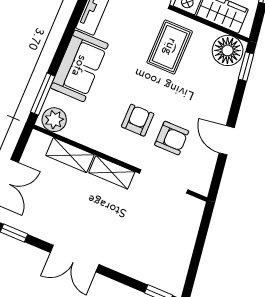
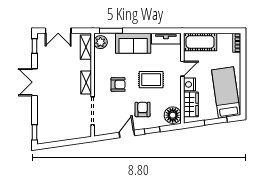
rug: (170, 47) -> (151, 80), moved
window: (246, 67) -> (152, 130), moved
armchair: (172, 138) -> (143, 109), moved, turned 180
shelving: (70, 155) -> (86, 47), moved

